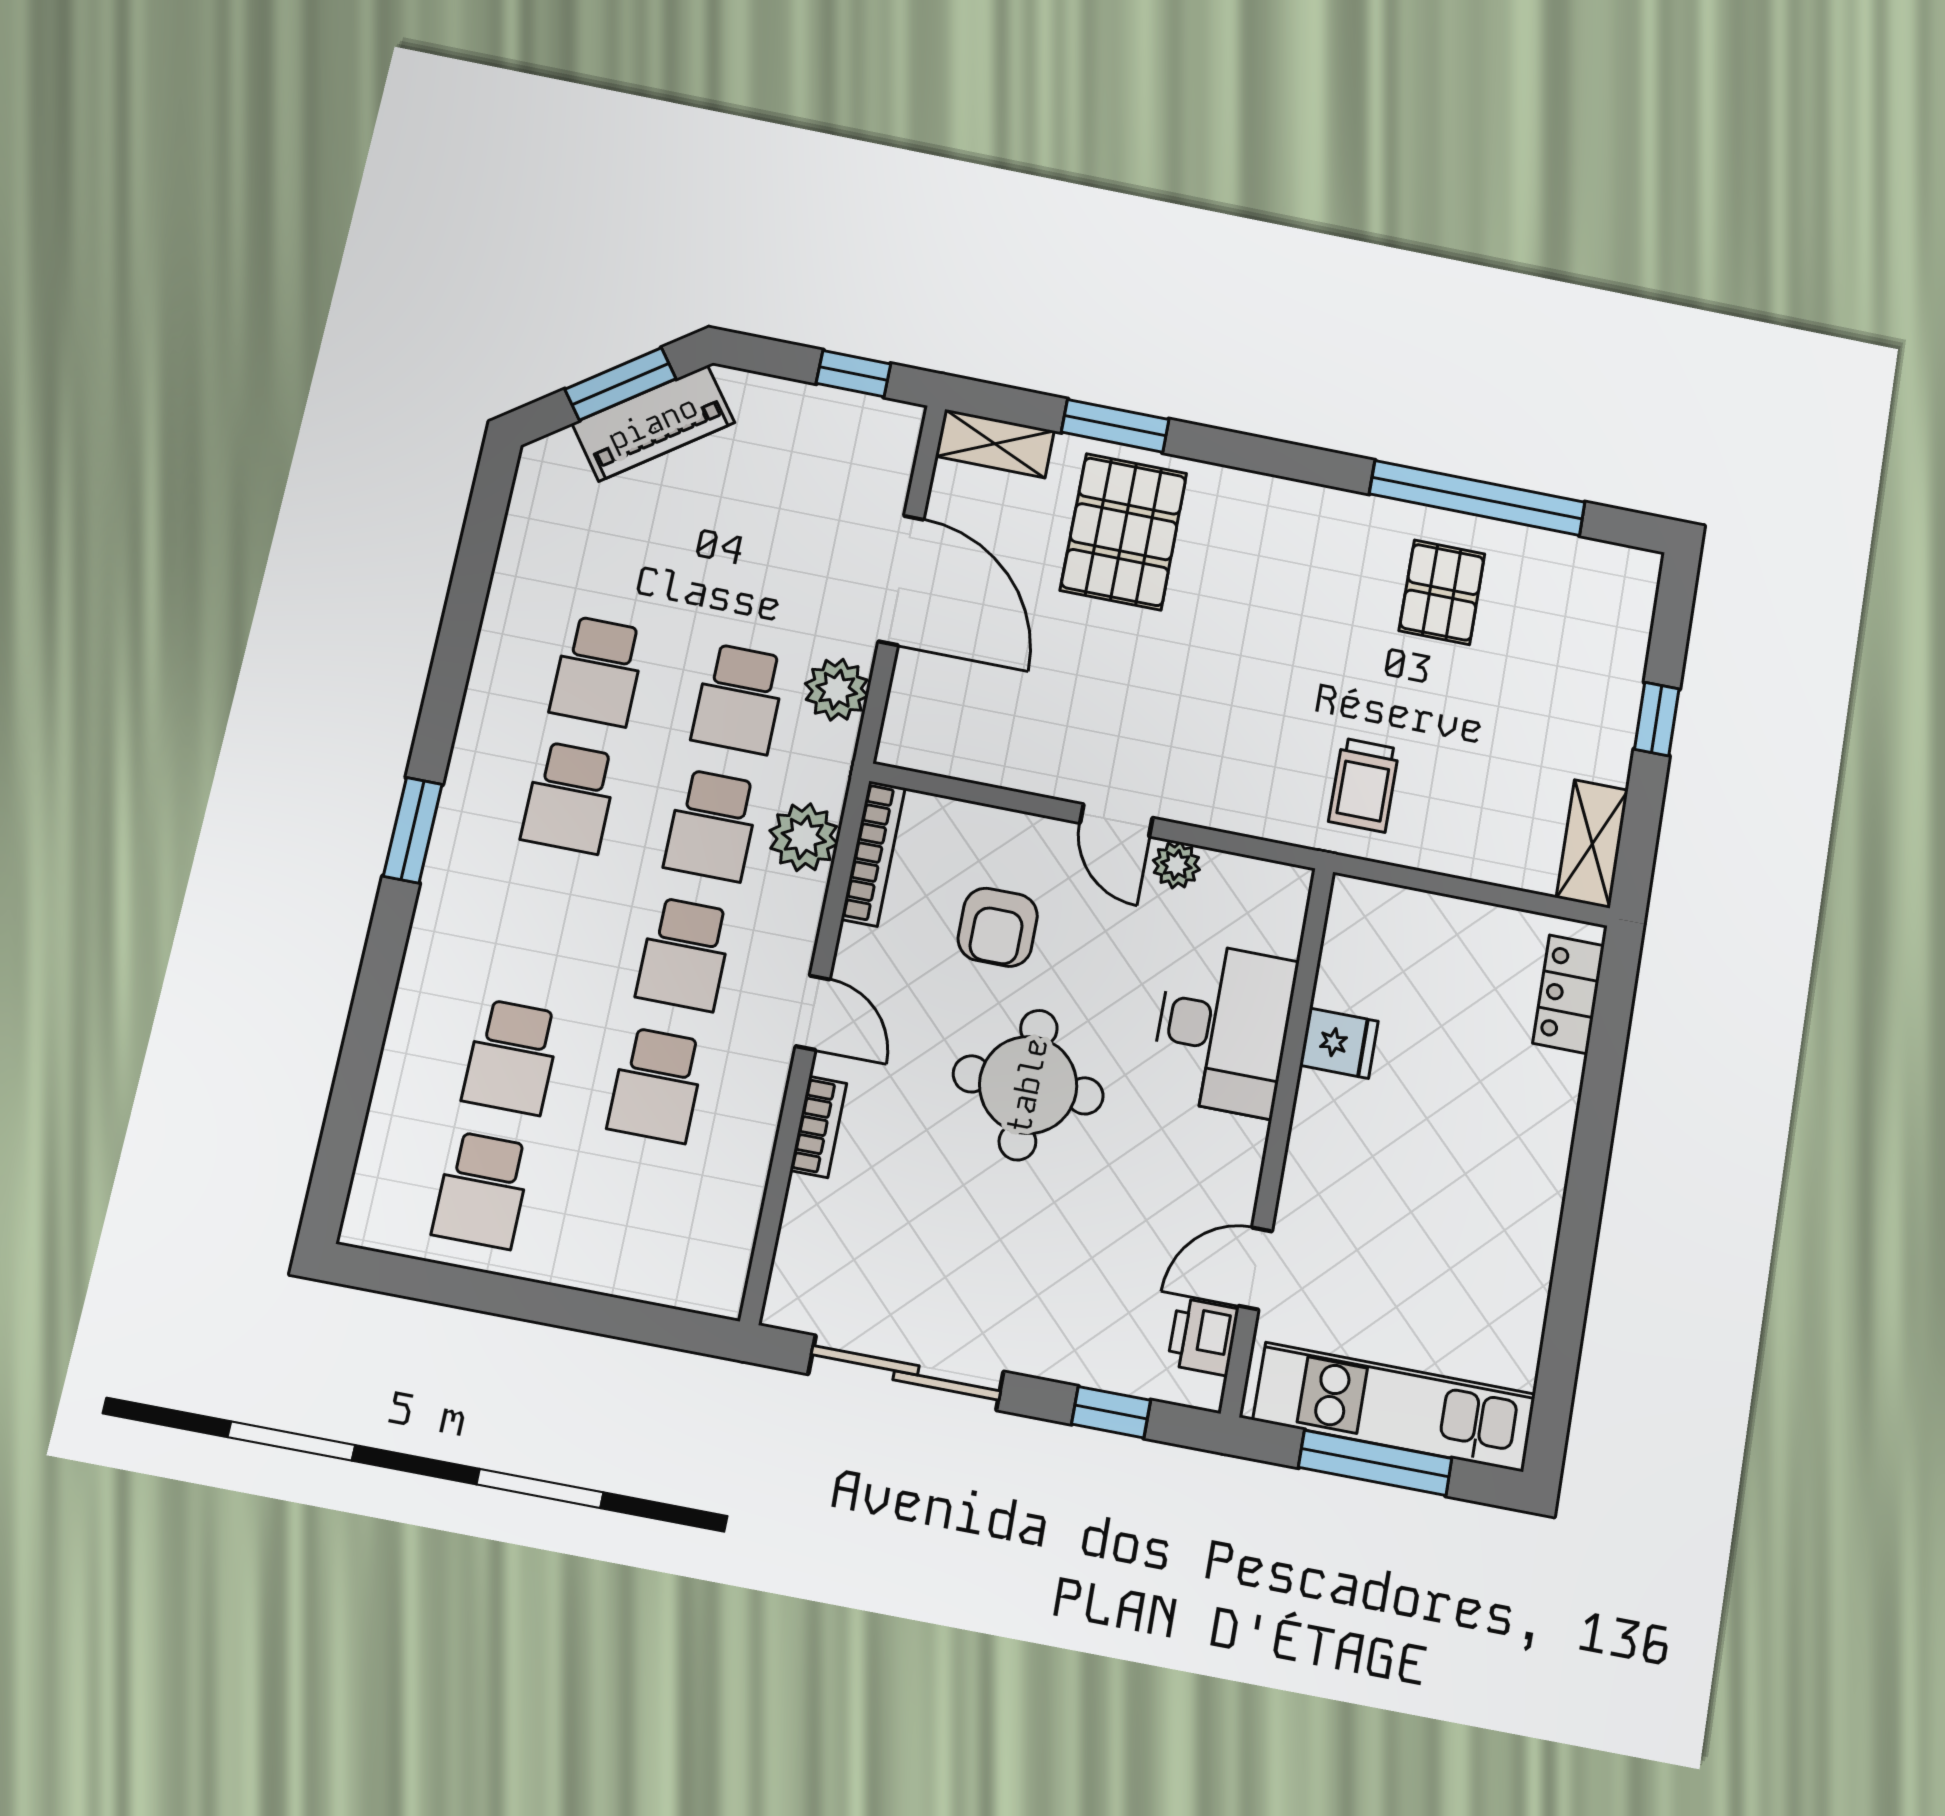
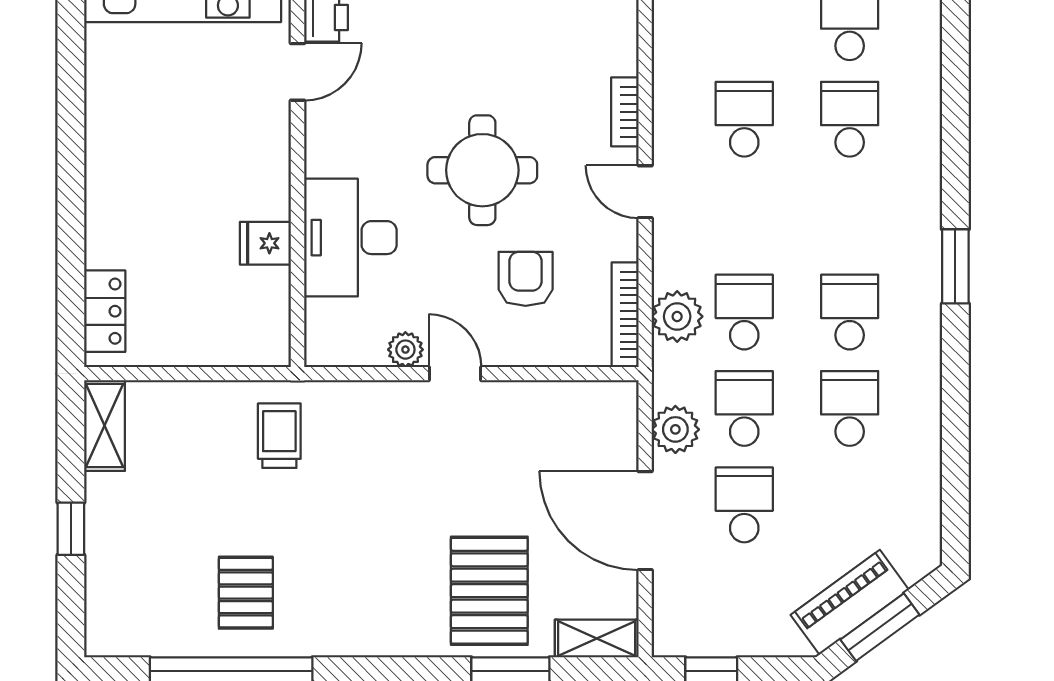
school desk: (685, 954) -> (744, 505), moved

